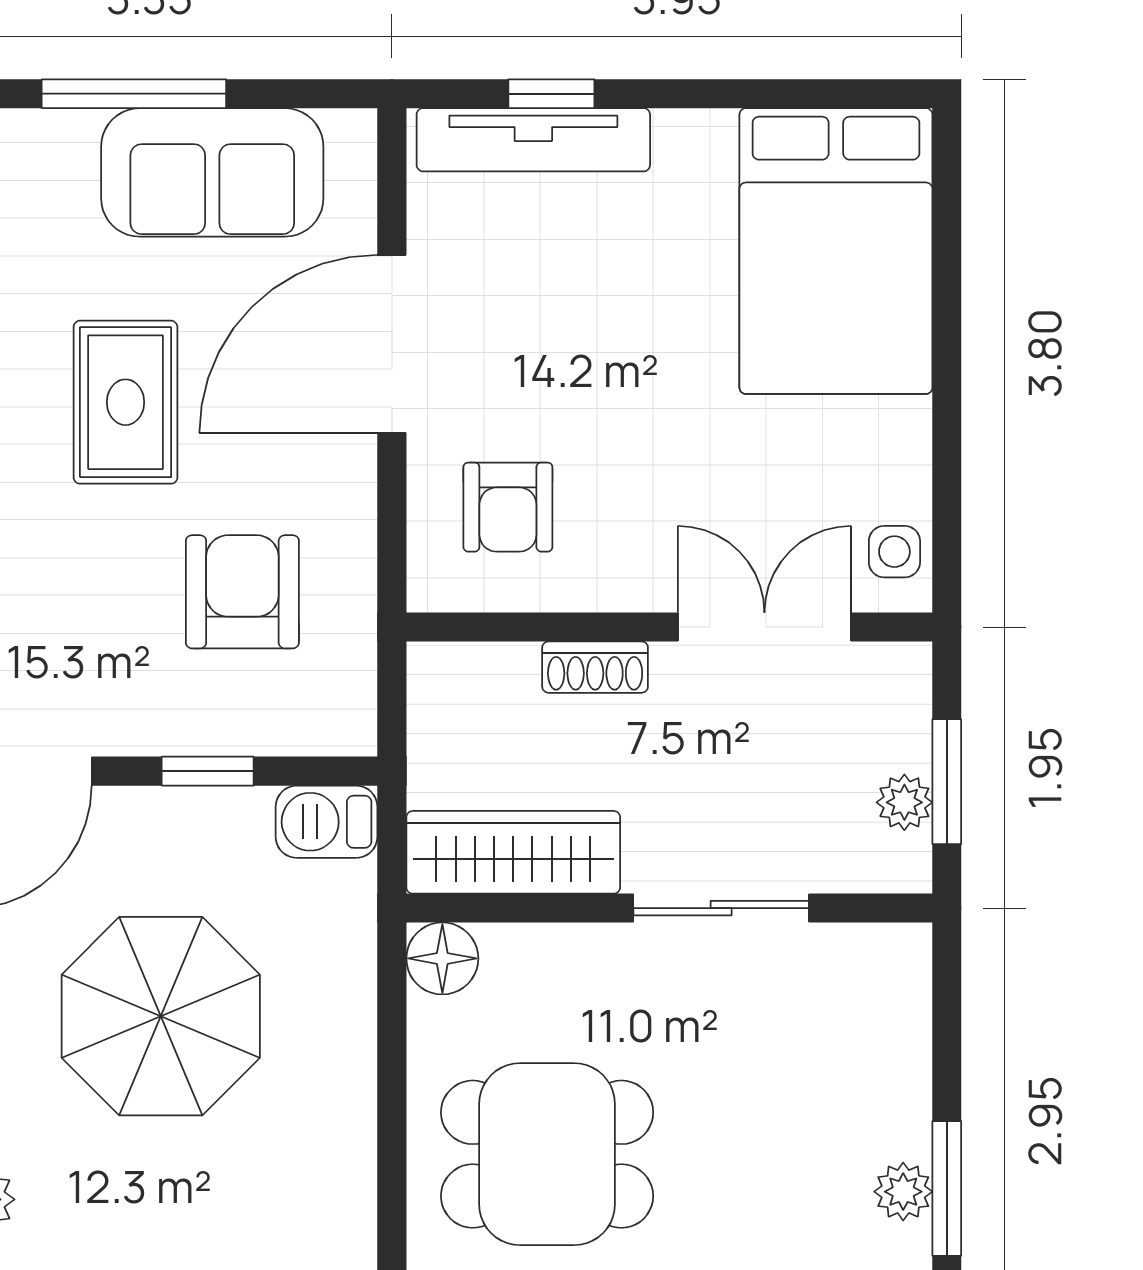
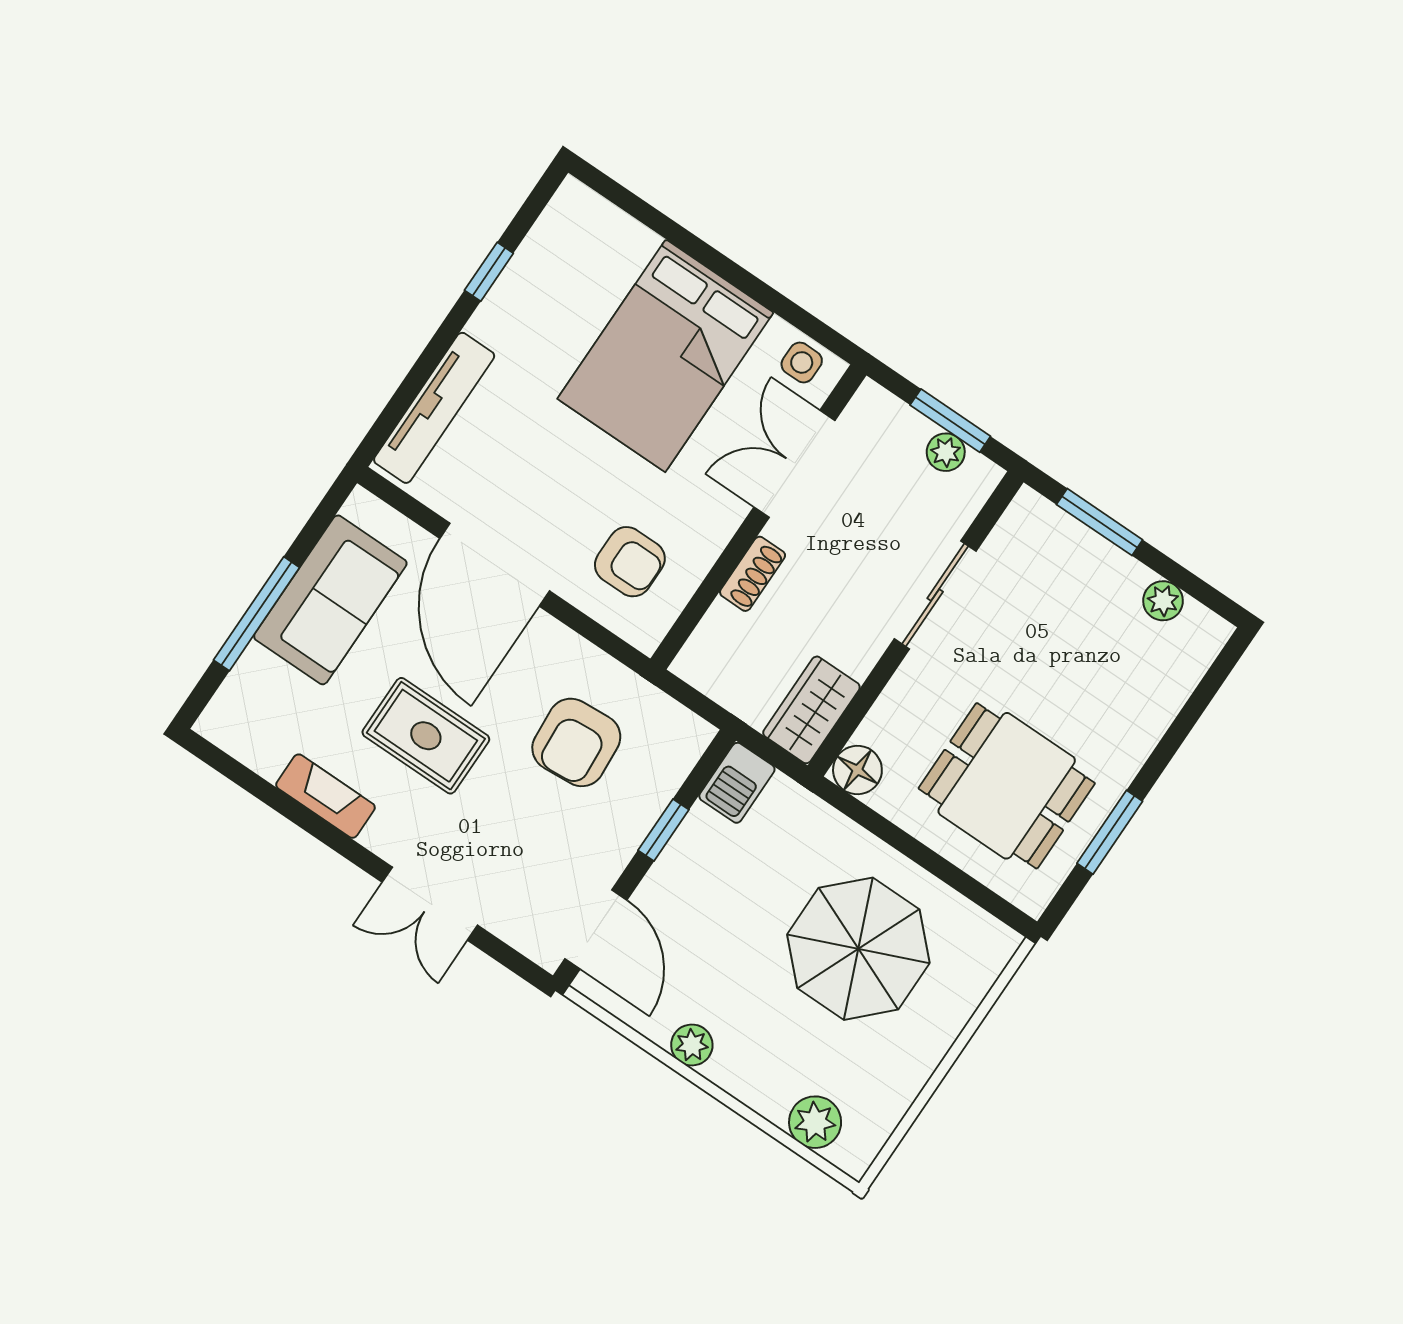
window: (551, 94) -> (489, 272), moved
bed: (836, 251) -> (665, 356), moved, turned 90
armchair: (242, 592) -> (576, 742), turned -94
wardrobe: (513, 852) -> (811, 710), width x0.67
parasol: (161, 1016) -> (858, 949), moved
dining table: (547, 1154) -> (1007, 786), turned 90
window: (947, 1188) -> (1100, 522), moved

